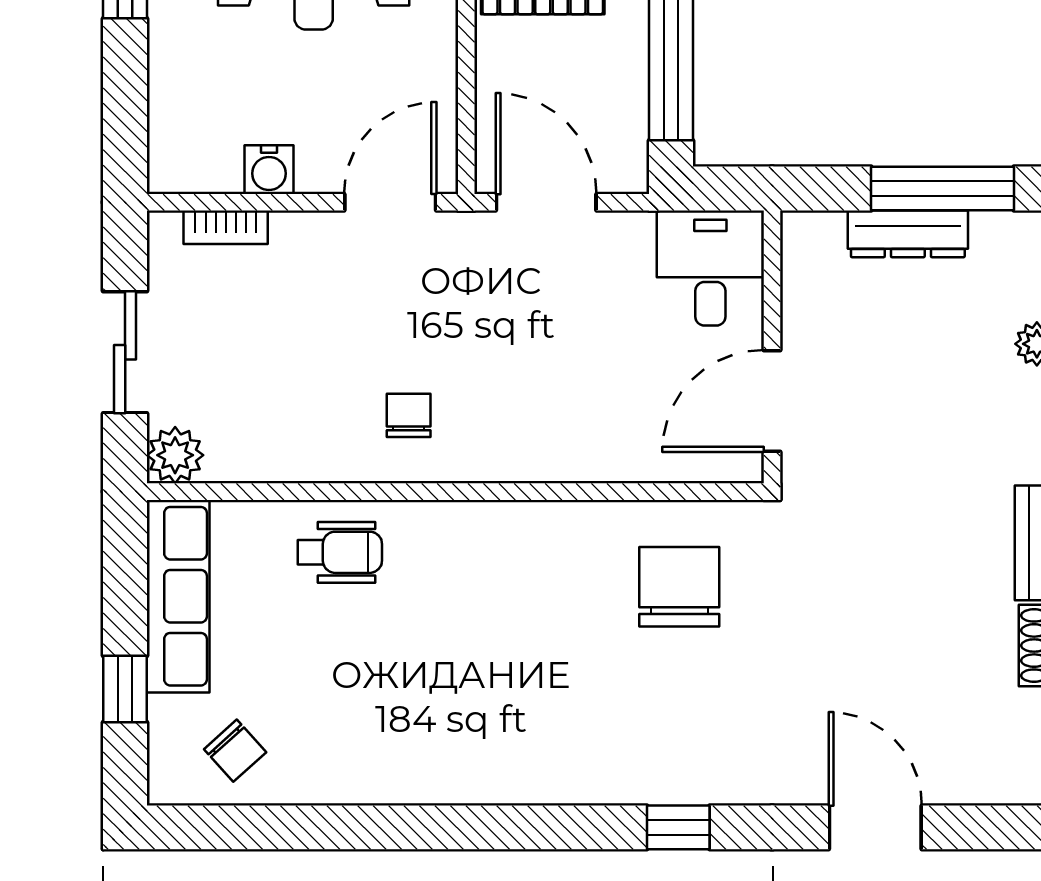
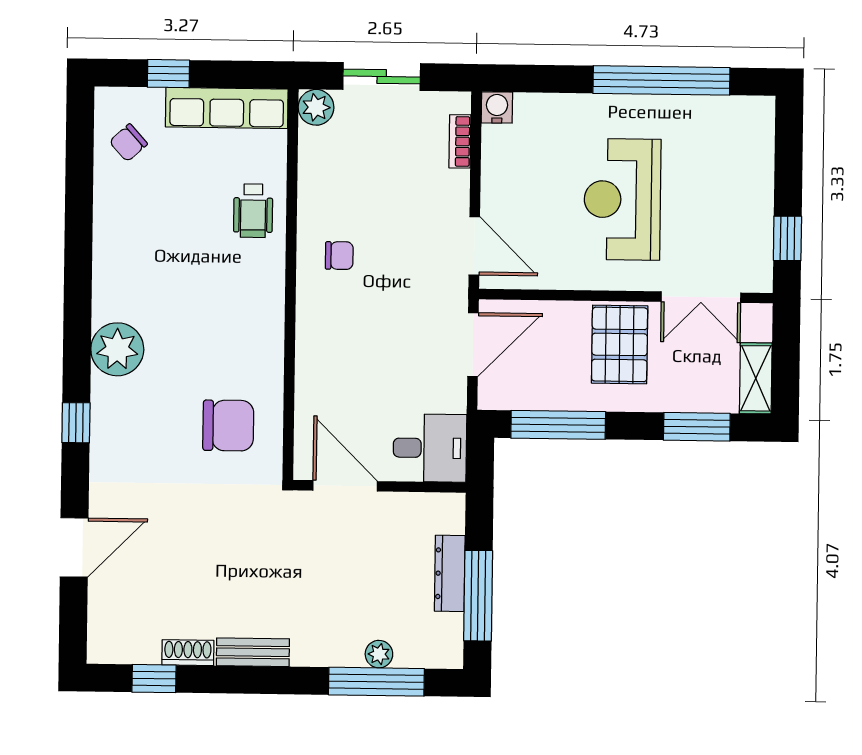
water cooler: (269, 170) -> (497, 107), moved, turned 90
plant: (561, 764) -> (117, 349), added

